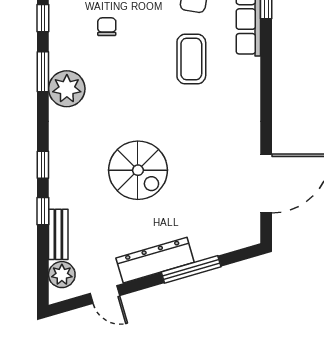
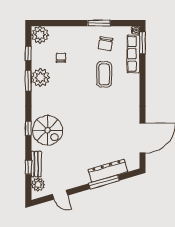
plant: (67, 89) -> (41, 77), moved
spiral stairs: (138, 170) -> (48, 130), moved
window: (43, 211) -> (28, 167), moved
dresser: (155, 260) -> (108, 171), moved

